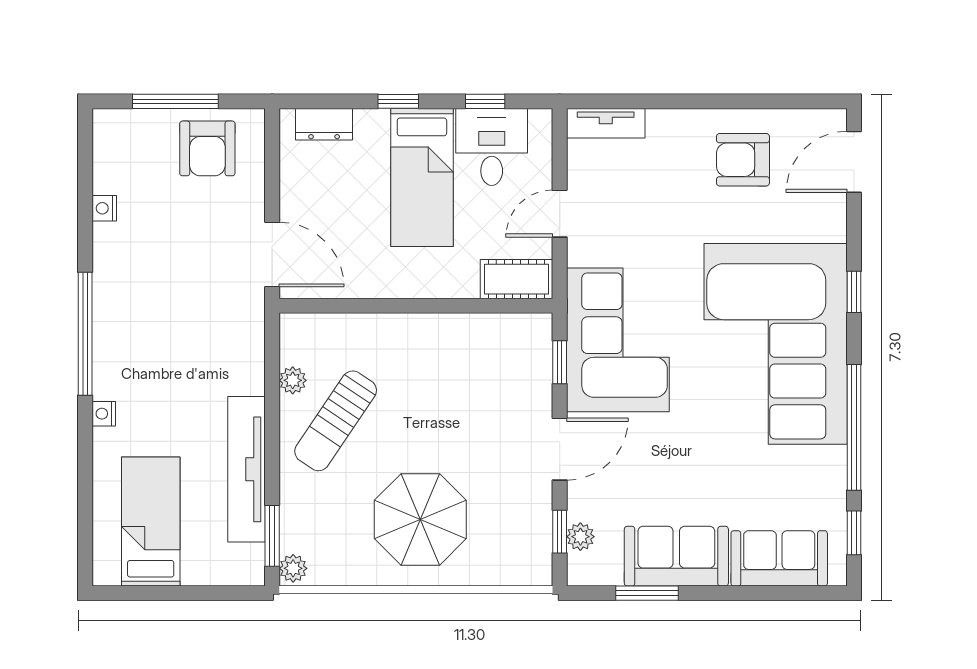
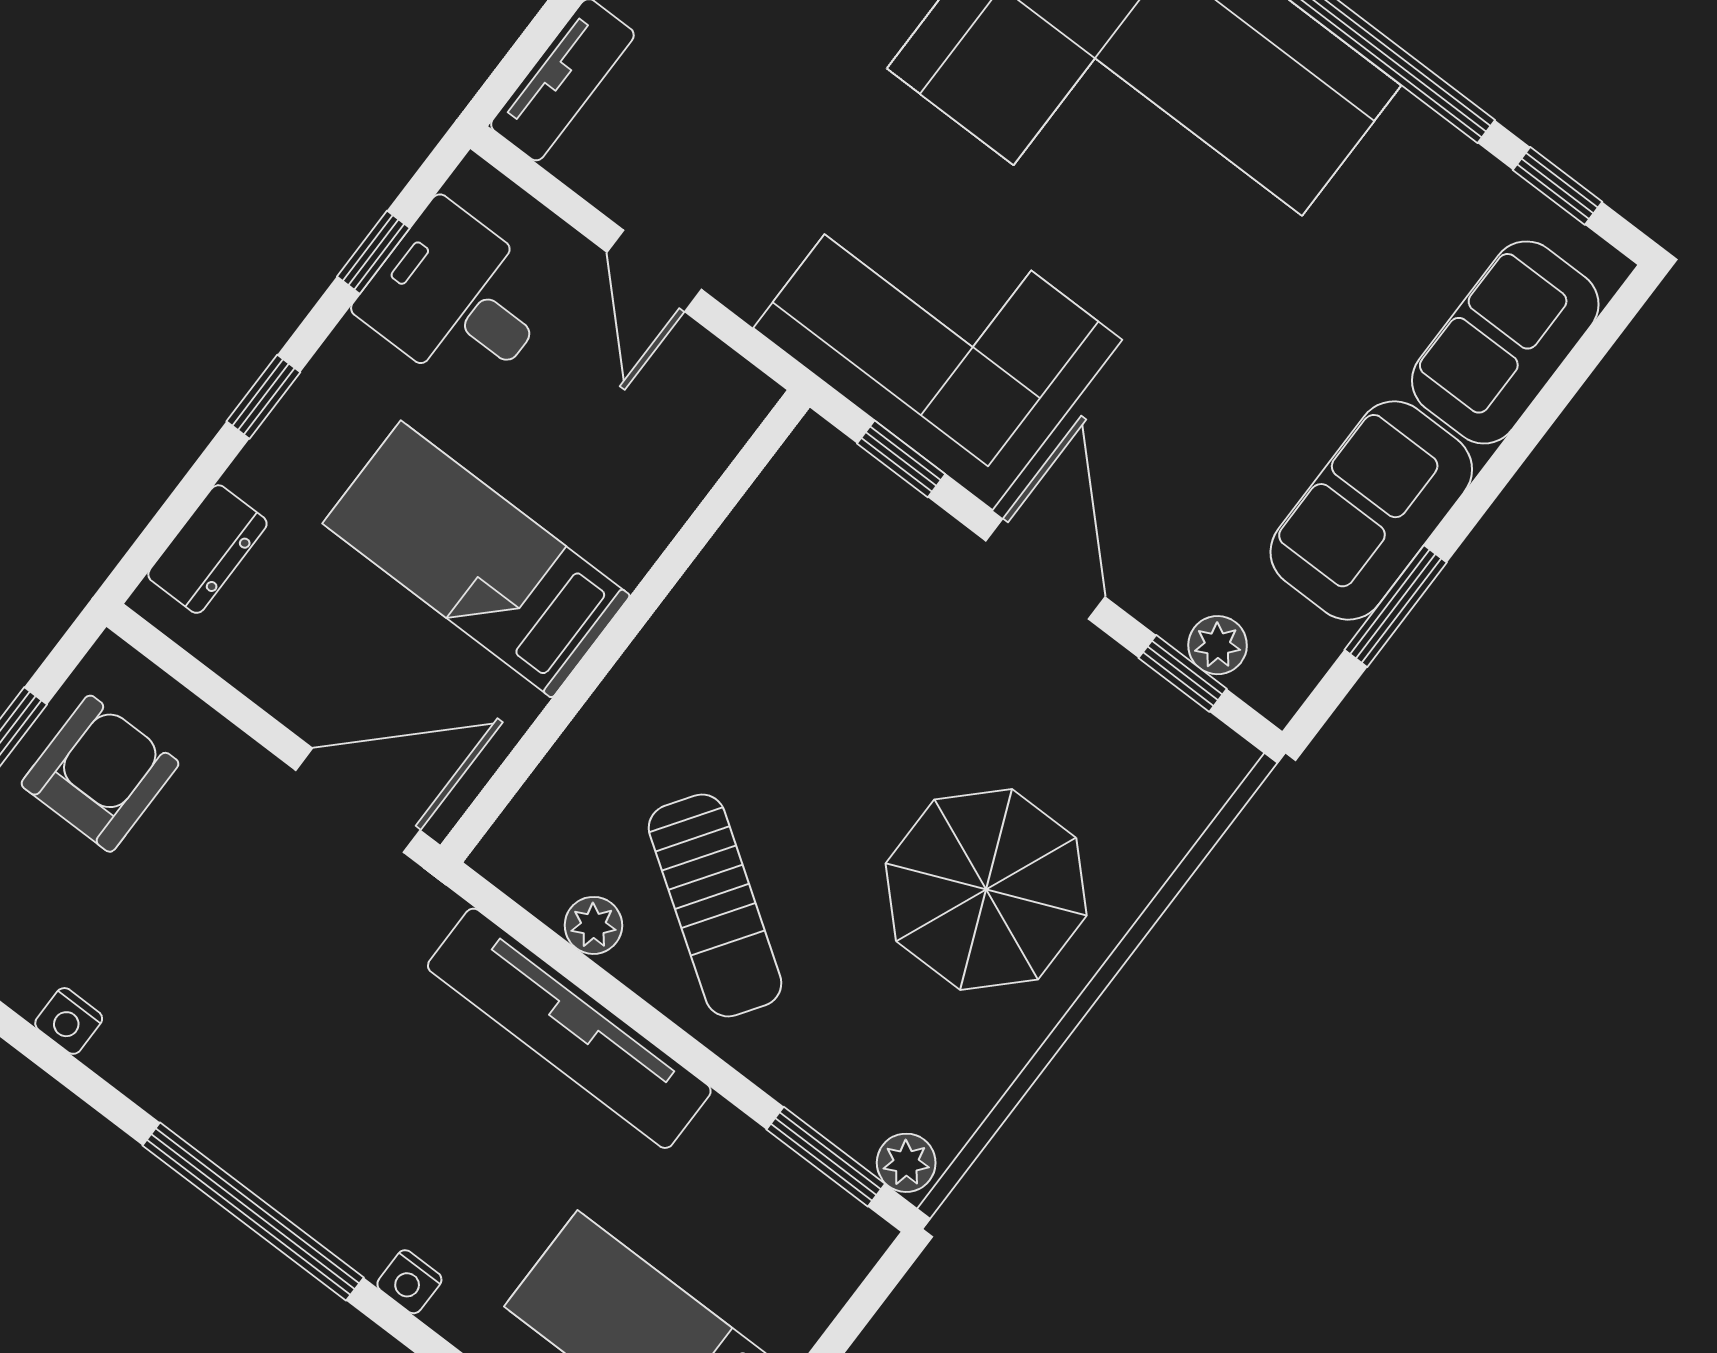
armchair: (207, 148) -> (100, 774), turned -90
bed: (422, 177) -> (476, 559), moved, turned 180
cot: (516, 279) -> (708, 425), removed
tv unit: (247, 469) -> (569, 1028), moved

